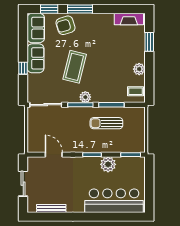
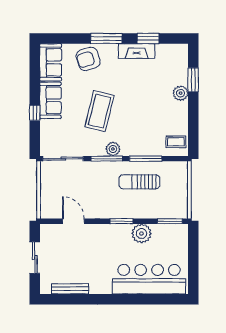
window: (49, 9) -> (148, 38), moved
fireplace: (129, 19) -> (137, 51), moved
plant: (139, 69) -> (181, 93), moved

